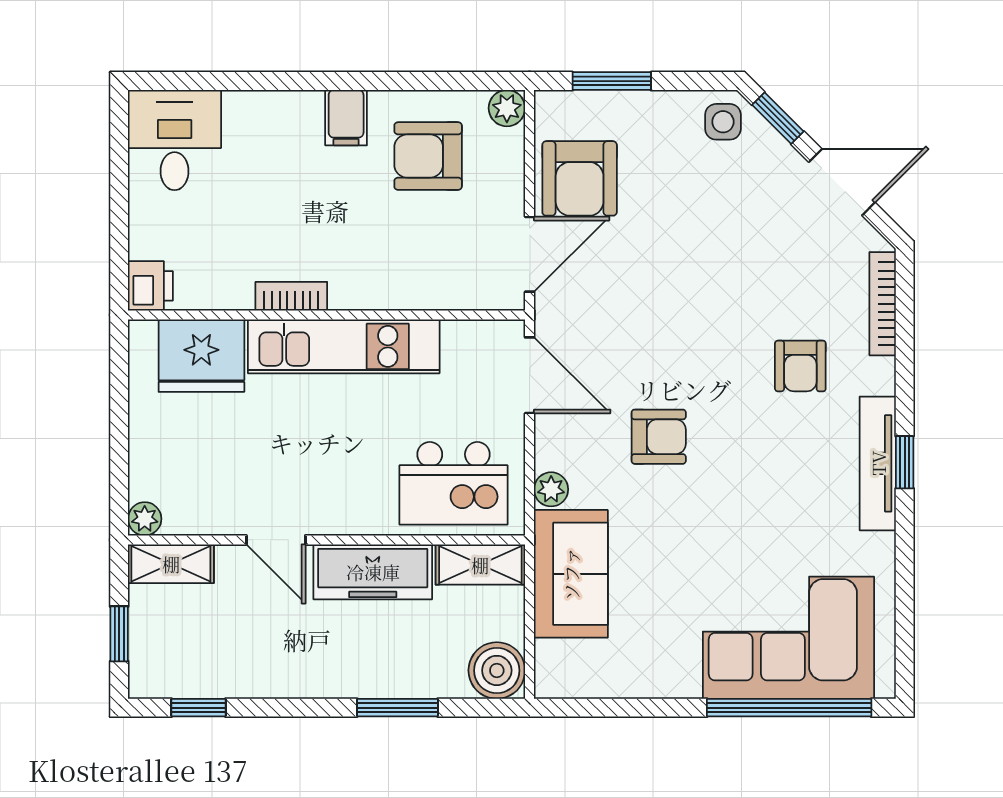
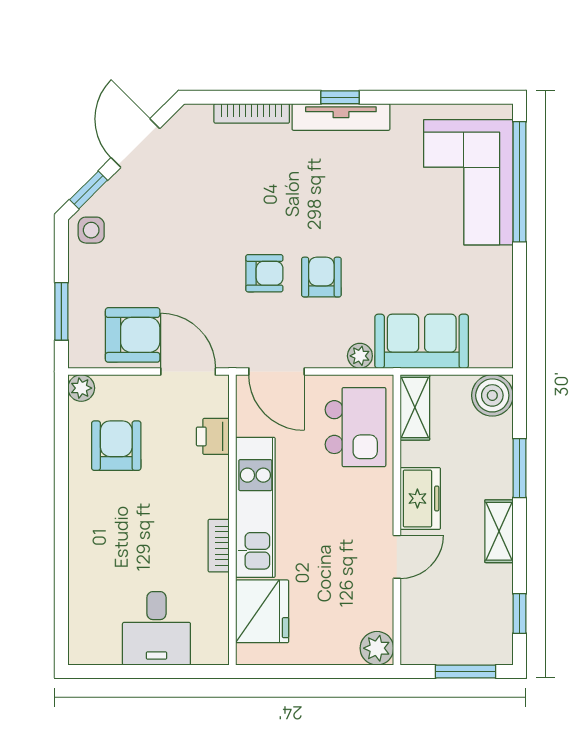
filing cabinet: (346, 118) -> (88, 506), removed
desk: (175, 140) -> (156, 628), moved, turned -90
armchair: (428, 156) -> (116, 446), turned 180
printer: (150, 286) -> (213, 436), moved, turned -90
bookcase: (883, 304) -> (252, 113), moved
armchair: (800, 366) -> (264, 273), moved
door: (530, 375) -> (277, 371), swing flipped
plant: (145, 519) -> (377, 648), width x1.38, depth x1.38
shelving: (171, 564) -> (499, 531), moved
freezer: (373, 572) -> (420, 498), width x0.71
window: (119, 634) -> (466, 671), width x1.50

